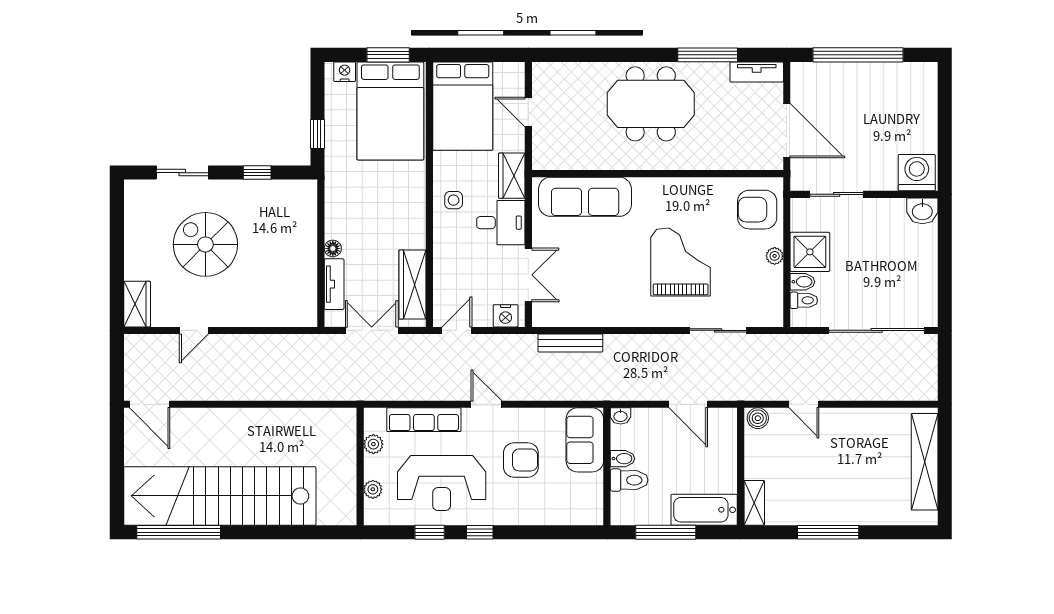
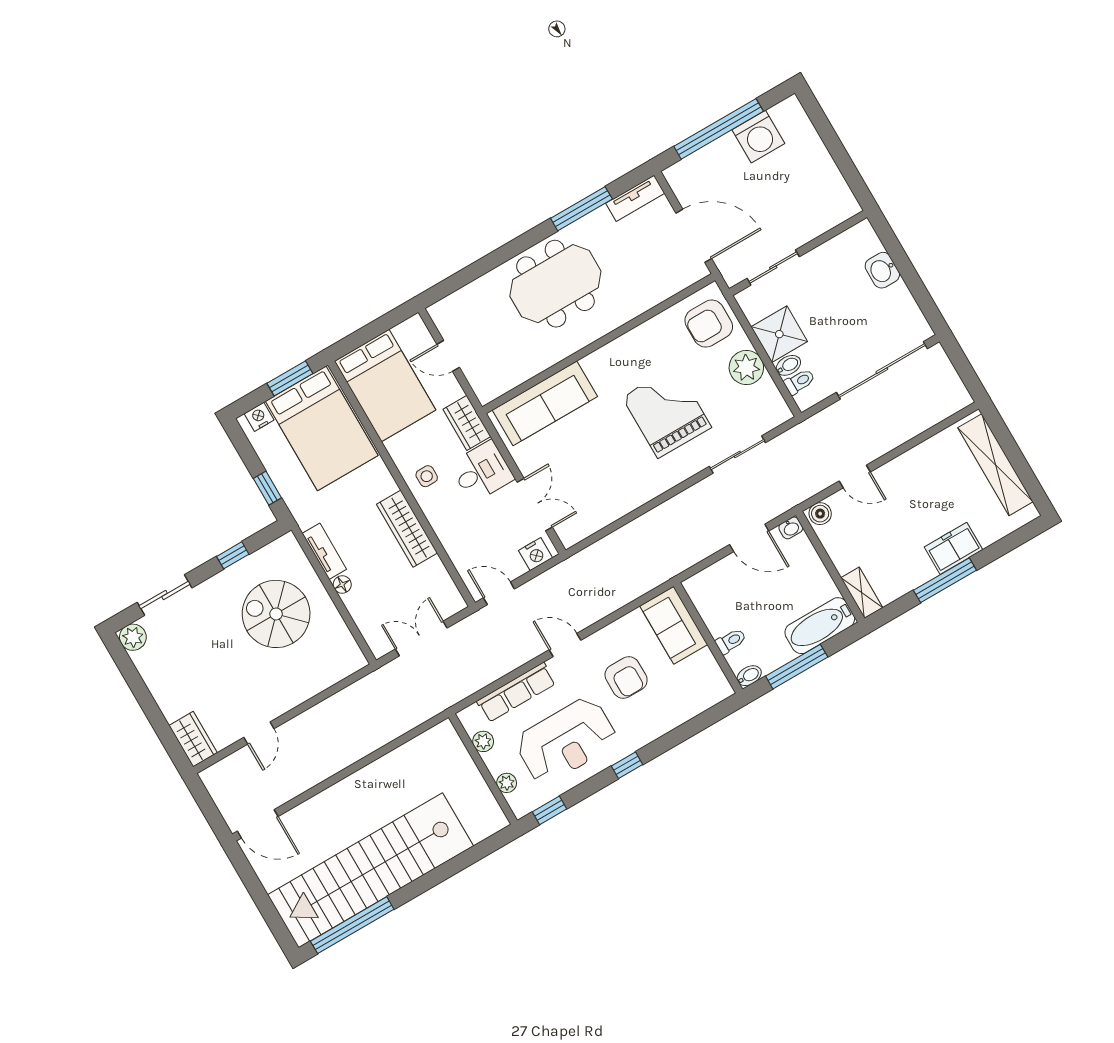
washing machine: (917, 173) -> (758, 137), moved, turned 180
plant: (136, 192) -> (133, 637), added
washbasin: (922, 211) -> (882, 270), moved, turned 90
spiral stairs: (205, 244) -> (276, 614), moved
plant: (775, 256) -> (746, 368), width x1.88, depth x1.88
tv unit: (334, 284) -> (324, 551), moved
wardrobe: (412, 285) -> (407, 529), moved
door: (457, 330) -> (499, 593), hinge flipped
bench: (570, 343) -> (609, 544), removed
washbasin: (621, 416) -> (791, 528), moved
bidet: (622, 459) -> (749, 676), moved
armchair: (521, 460) -> (626, 678), turned 90
toilet: (629, 480) -> (731, 641), width x0.73, depth x0.72
freezer: (850, 510) -> (953, 548), added
window: (430, 532) -> (550, 810), moved

